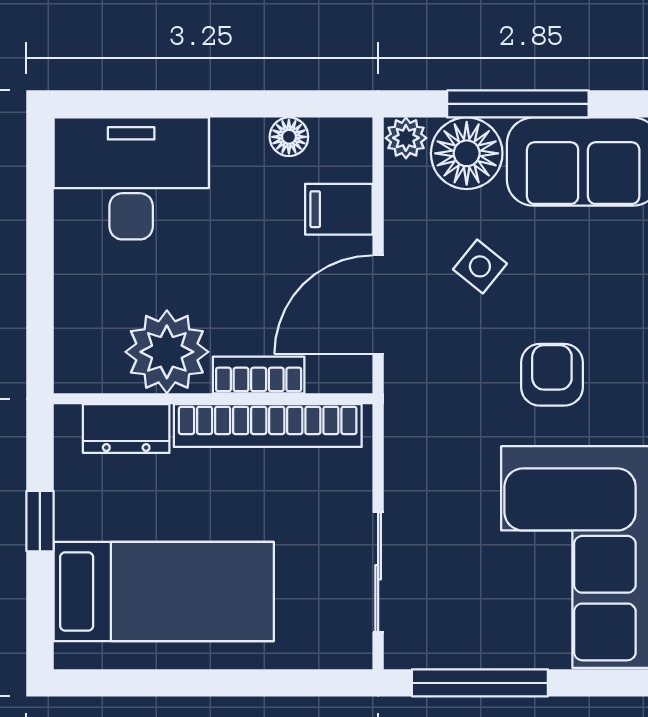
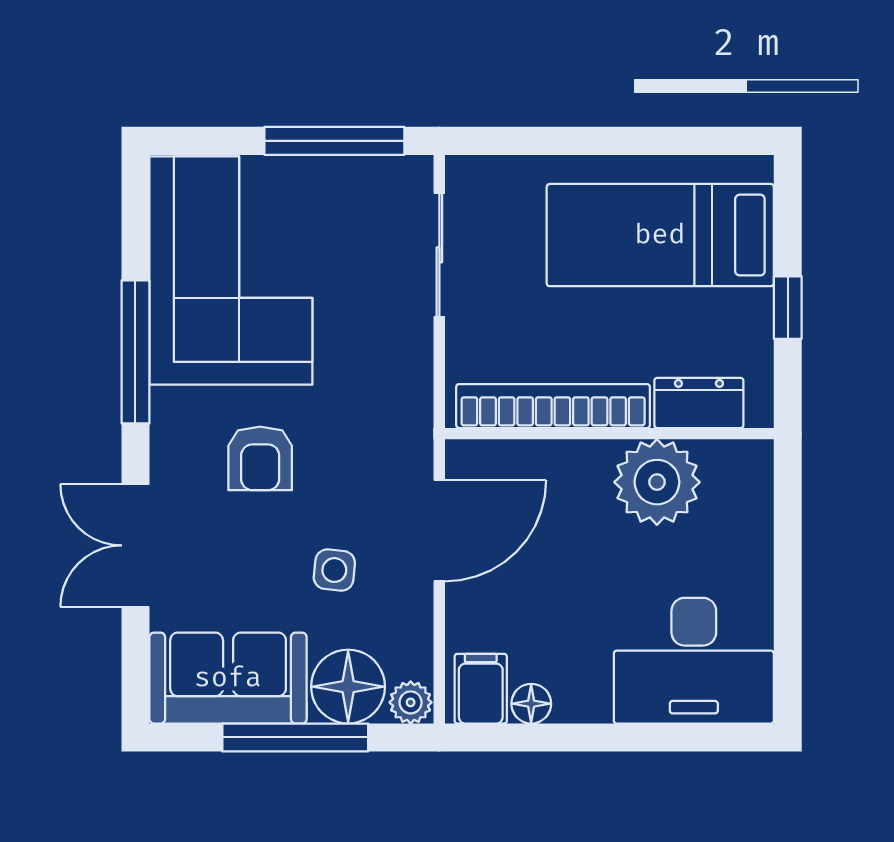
filing cabinet: (339, 209) -> (481, 689), moved, turned -90
side table: (480, 266) -> (334, 570), turned -33
bookcase: (259, 375) -> (562, 458), removed

